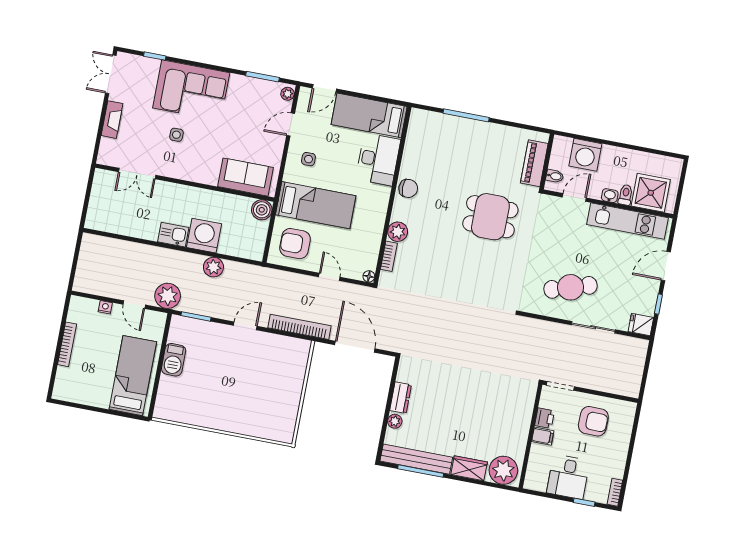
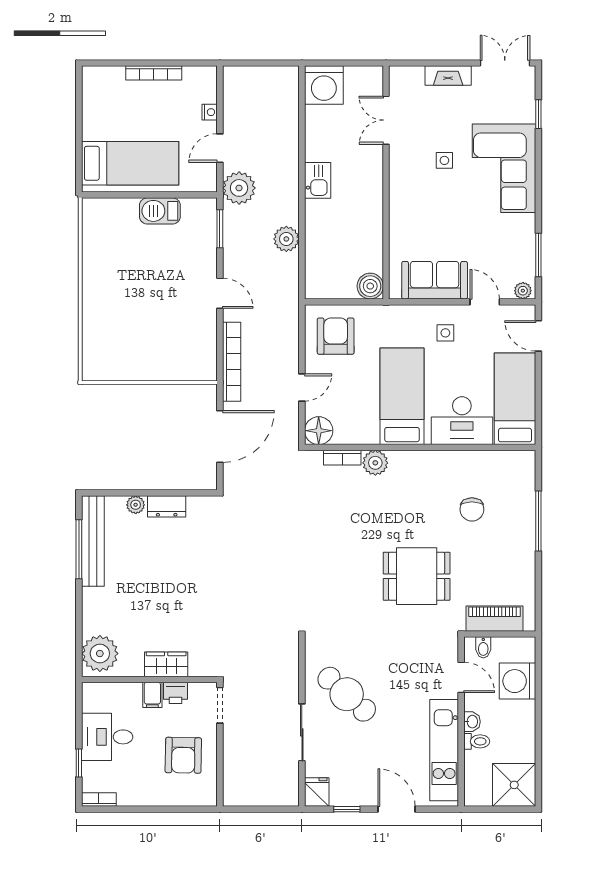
sofa: (245, 177) -> (435, 280), moved, turned -90
chair: (408, 188) -> (472, 509), moved
shower: (651, 193) -> (514, 785), moved
bed: (316, 205) -> (402, 396), moved, turned 180
dining table: (490, 217) -> (417, 576), turned 90
washing machine: (204, 236) -> (324, 85), moved, turned 90
floor lamp: (369, 276) -> (319, 431), width x1.89, depth x1.89
cafe table: (571, 287) -> (347, 694), turned -31
wardrobe: (469, 468) -> (166, 664), moved, turned -90

